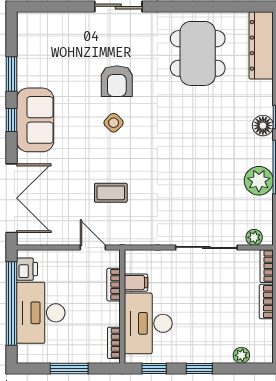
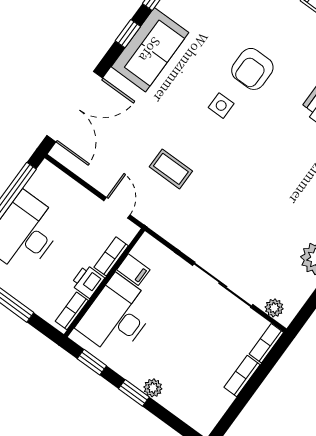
side table: (114, 123) -> (221, 106), turned 45
printer: (27, 269) -> (88, 281), moved, turned 180
plant: (241, 355) -> (153, 388), moved

